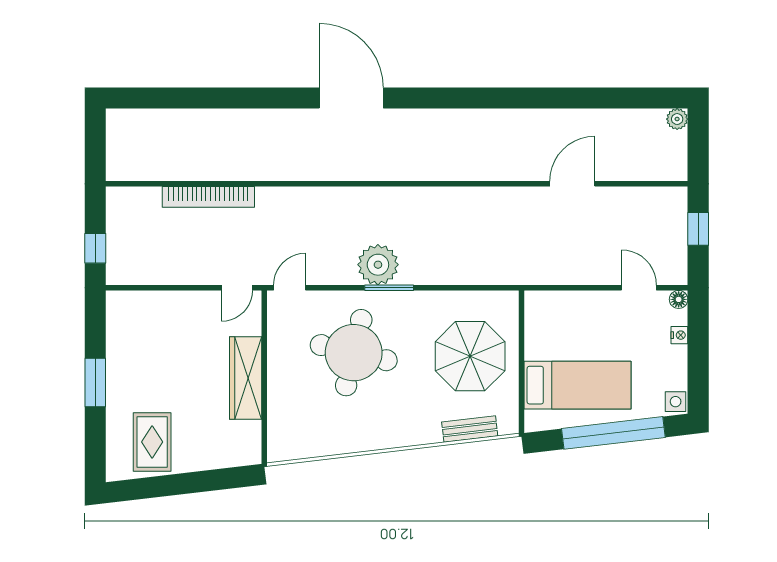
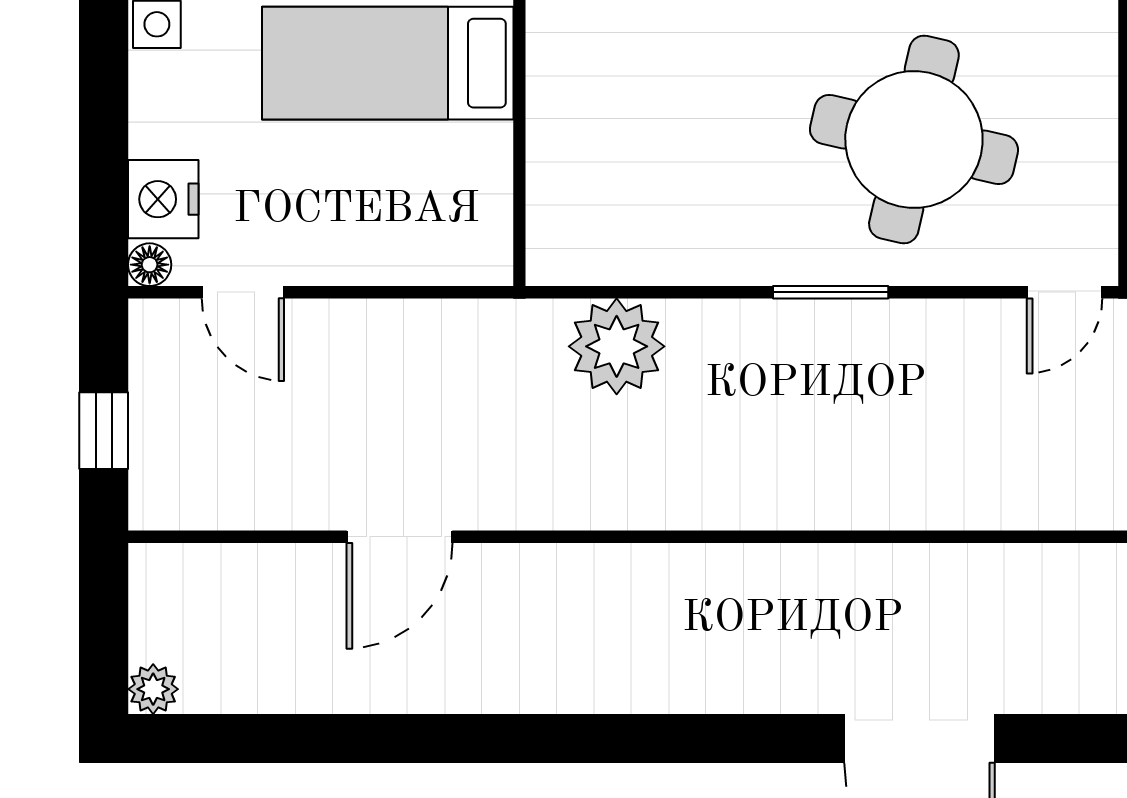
plant: (378, 265) -> (617, 346), moved
nightstand: (679, 335) -> (163, 199), width x1.89, depth x1.79
parasol: (470, 356) -> (640, 131), removed

